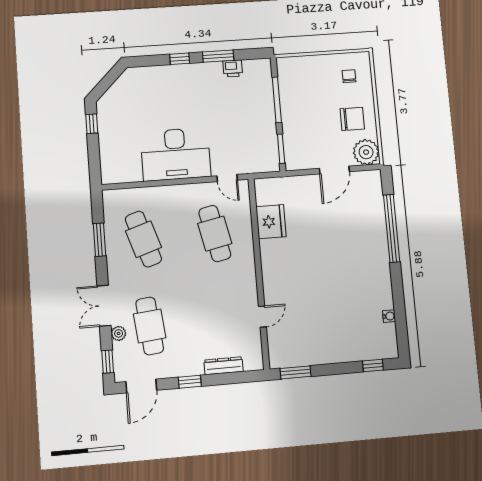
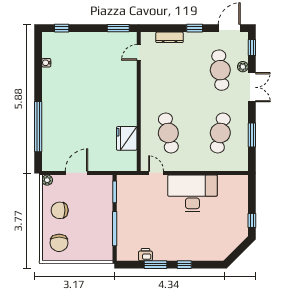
chair: (349, 76) -> (59, 243), width x1.87, depth x1.87
plant: (366, 152) -> (47, 180), width x0.53, depth x0.53
cafe table: (143, 239) -> (220, 133), turned 30
door: (262, 317) -> (139, 52), moved

